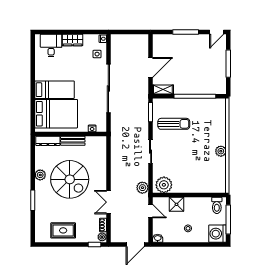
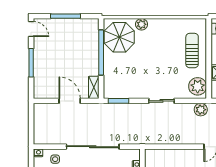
parasol: (209, 113) -> (119, 37), added
sun lounger: (174, 124) -> (192, 51), moved
plant: (221, 151) -> (142, 24), moved

